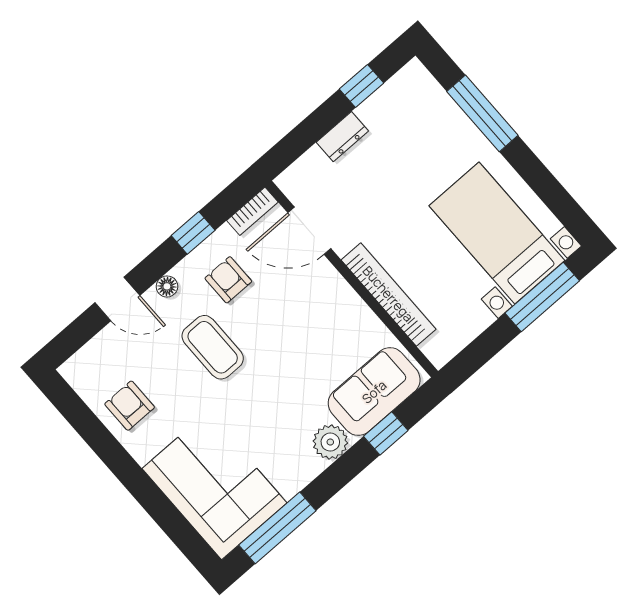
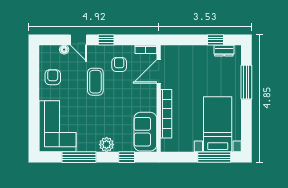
dresser: (342, 137) -> (224, 51), moved
door: (309, 231) -> (159, 71), hinge flipped
window: (193, 233) -> (106, 40), moved
floor lamp: (167, 286) -> (64, 50), moved
sofa: (374, 392) -> (145, 132), moved, turned -90
window: (277, 528) -> (79, 157), moved

